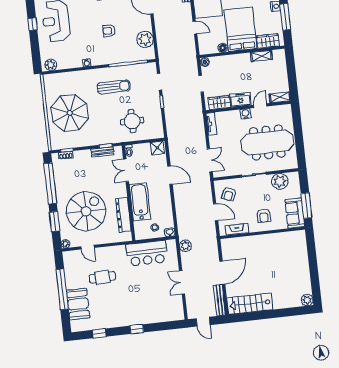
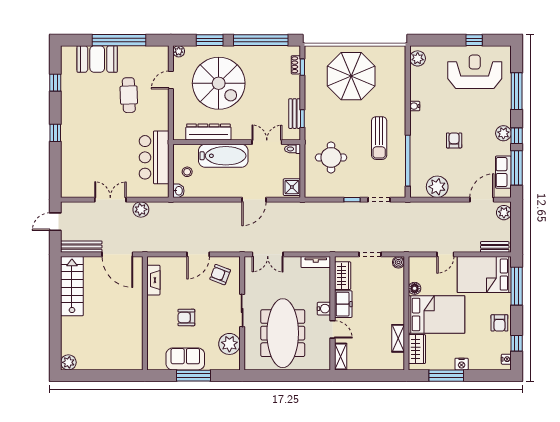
fireplace: (237, 229) -> (153, 280), moved
wall: (262, 233) -> (145, 313), moved
plant: (185, 246) -> (141, 209), moved

